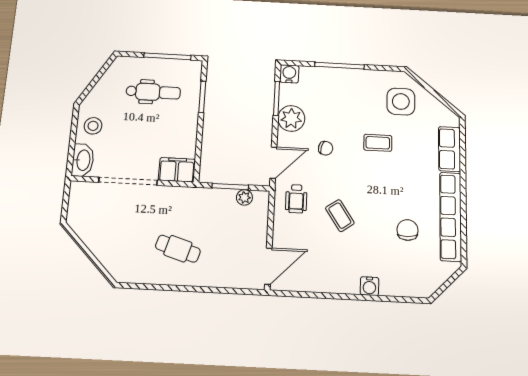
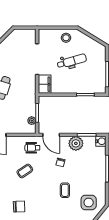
dental chair: (153, 92) -> (72, 61), moved, turned -106
washbasin: (83, 160) -> (47, 34), removed

